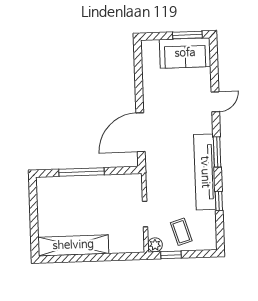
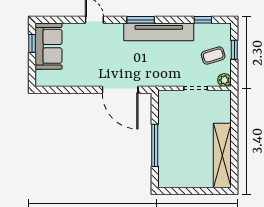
window: (187, 35) -> (32, 43), width x0.67
window: (219, 201) -> (203, 20), moved
window: (171, 255) -> (234, 50), moved

